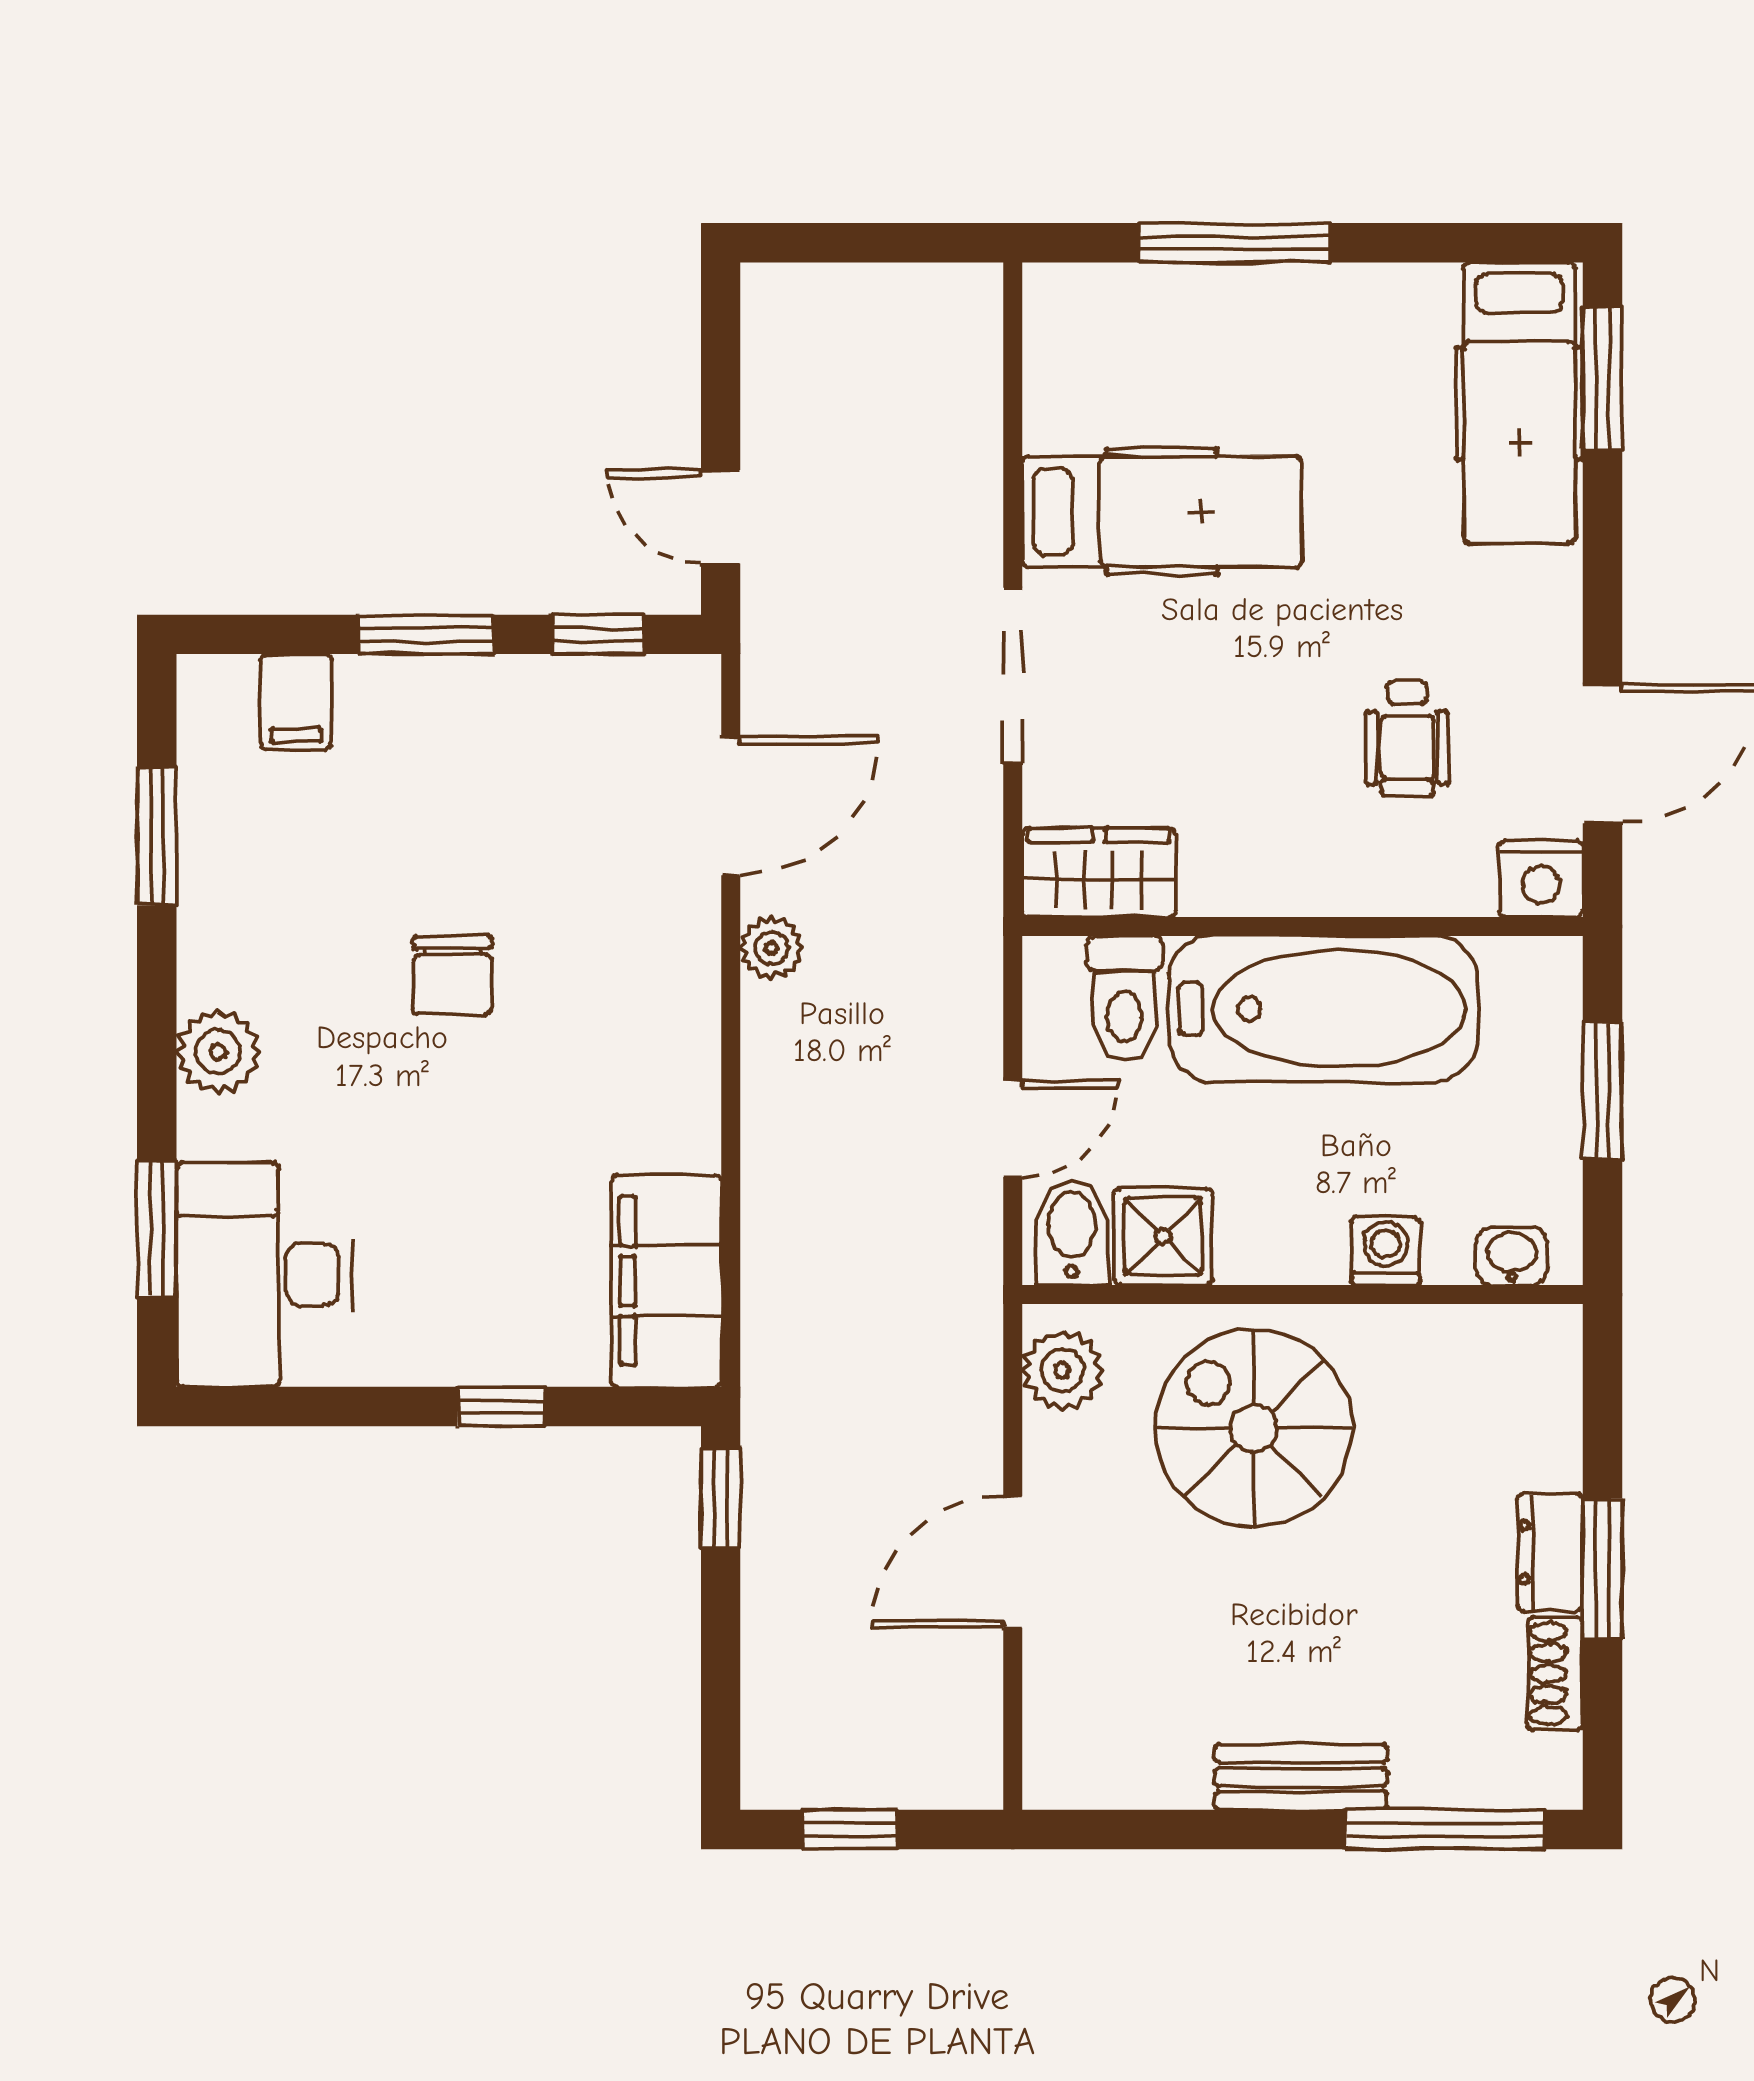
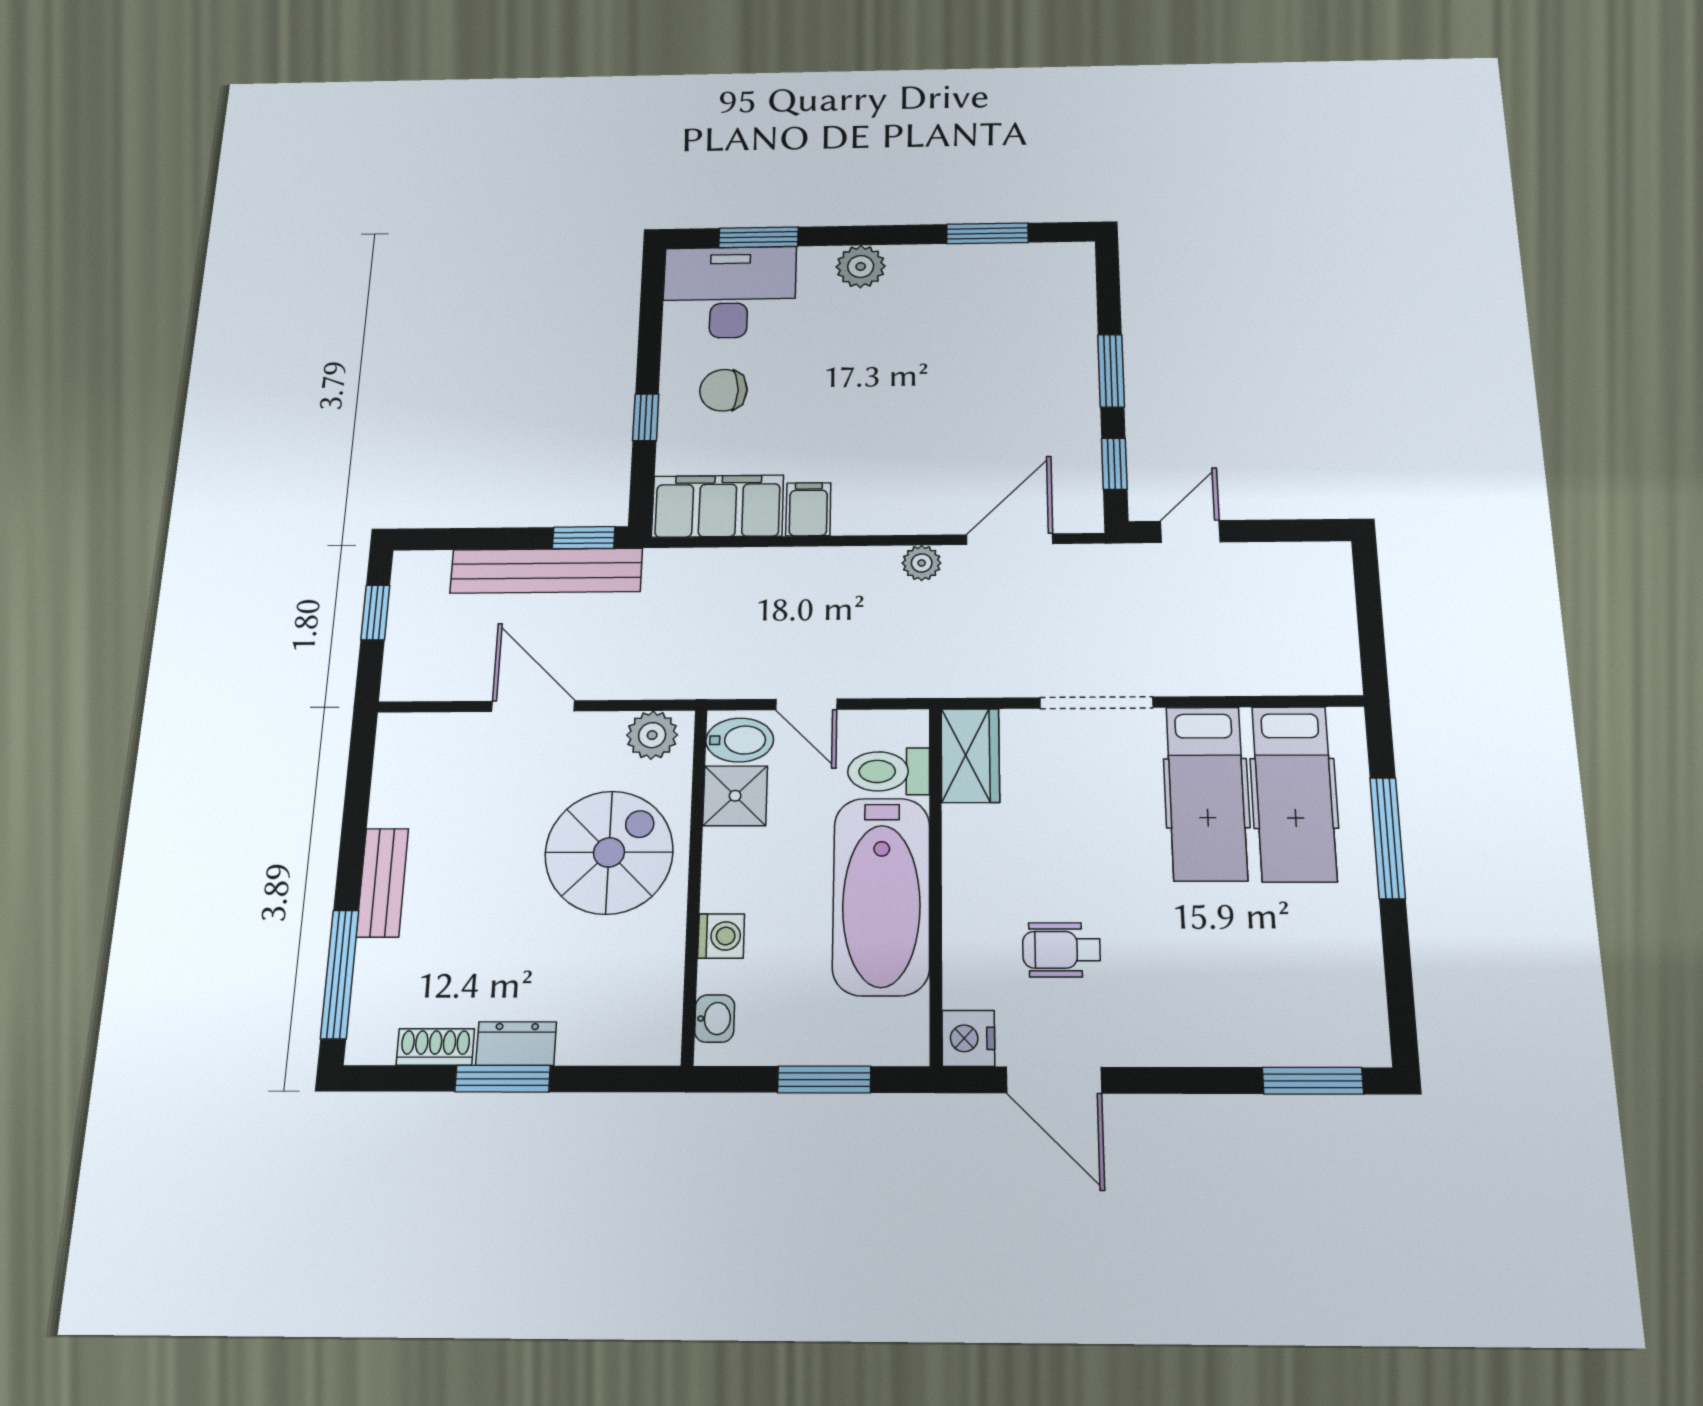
hospital bed: (1519, 403) -> (1294, 793), moved, turned -90
filing cabinet: (296, 702) -> (808, 509), moved, turned 90
door: (731, 806) -> (1010, 539), swing flipped
chair: (453, 976) -> (723, 390), moved
bench: (779, 1556) -> (546, 571), added

